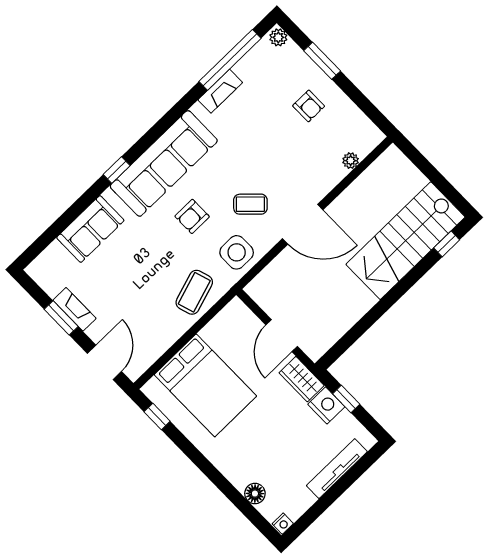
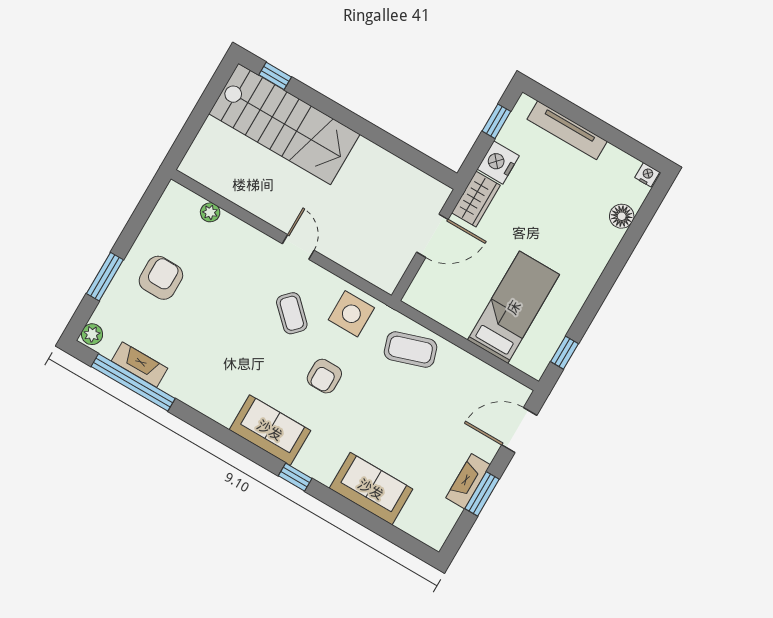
fireplace: (220, 91) -> (139, 365), moved
armchair: (309, 106) -> (161, 278), width x1.38, depth x1.38
sofa: (164, 163) -> (270, 430), width x0.54, depth x0.79
armchair: (192, 216) -> (324, 376), turned 90
door: (303, 224) -> (298, 247), width x0.53
bed: (205, 385) -> (514, 307), width x0.67
window: (346, 399) -> (496, 121), moved

